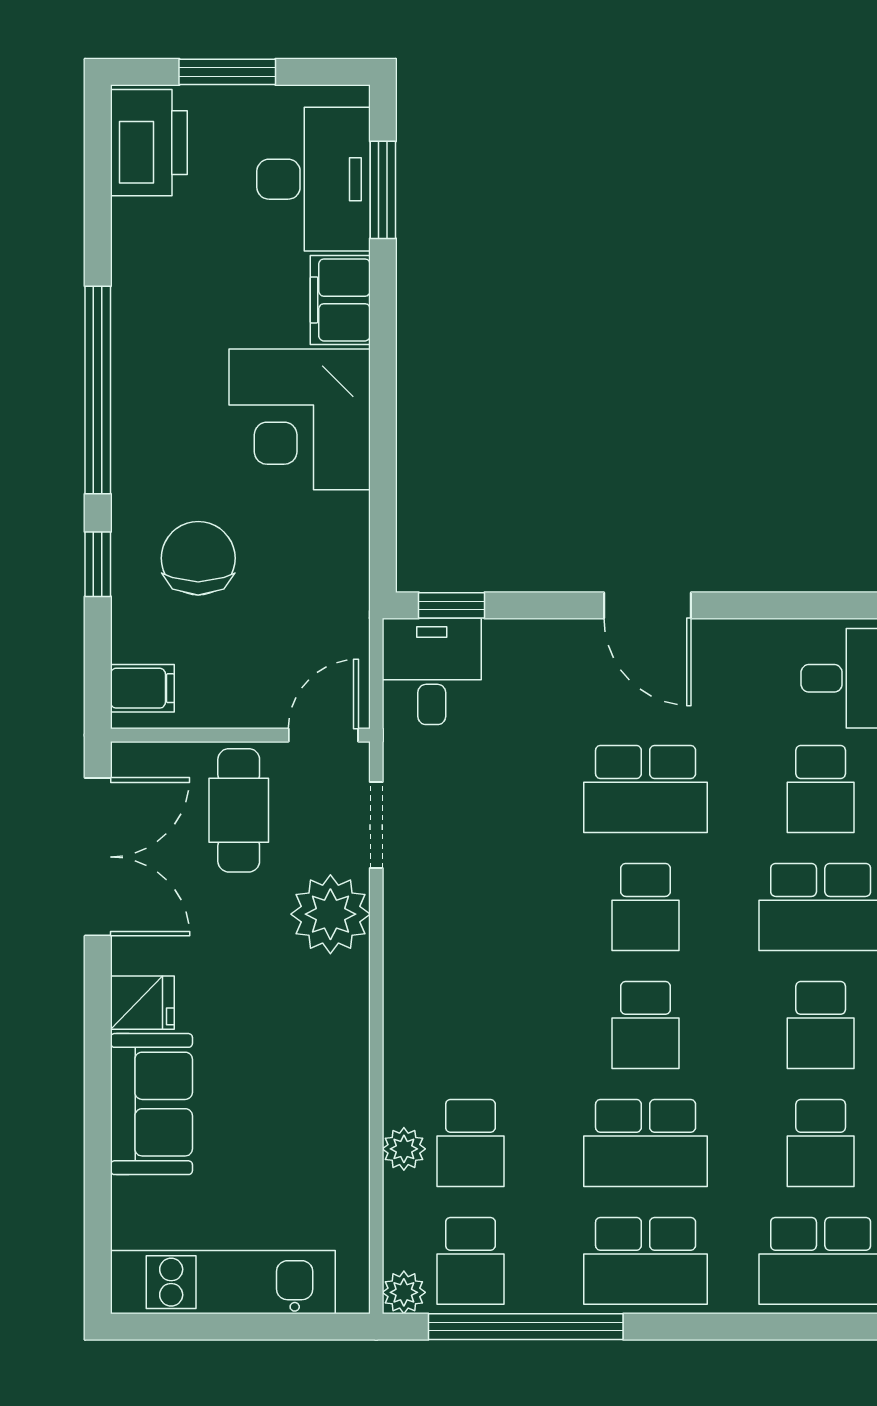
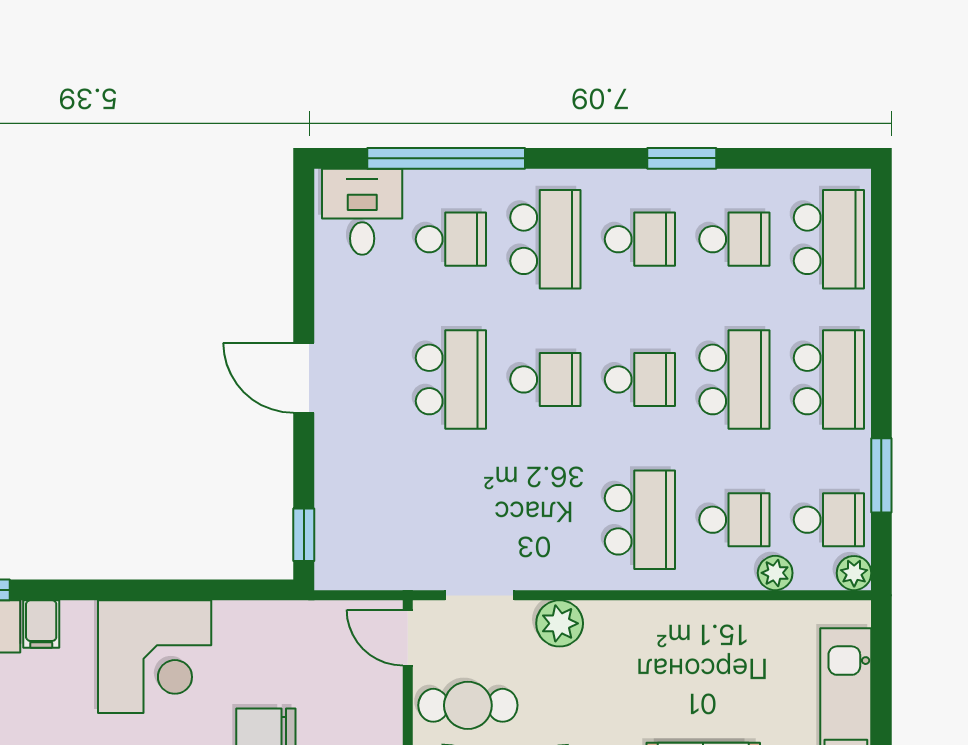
filing cabinet: (340, 300) -> (41, 624), width x0.50
door: (647, 605) -> (304, 378), swing flipped
desk: (432, 671) -> (357, 551), removed
plant: (330, 914) -> (560, 623), width x0.73, depth x0.73
school desk: (470, 1025) -> (640, 520), added
plant: (404, 1149) -> (775, 573), moved
window: (526, 1327) -> (881, 475), width x0.47

